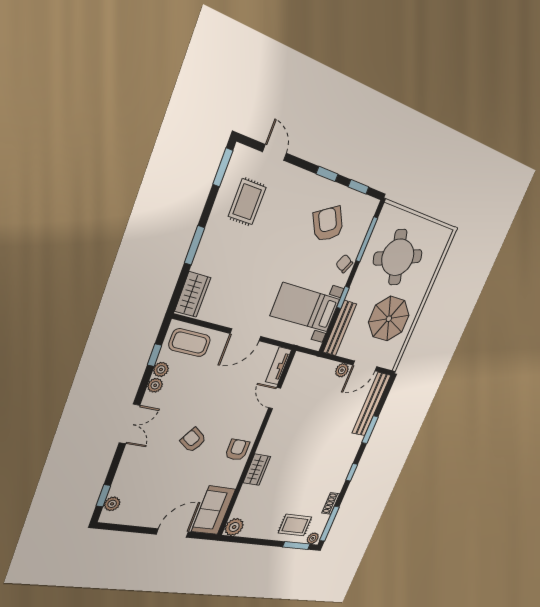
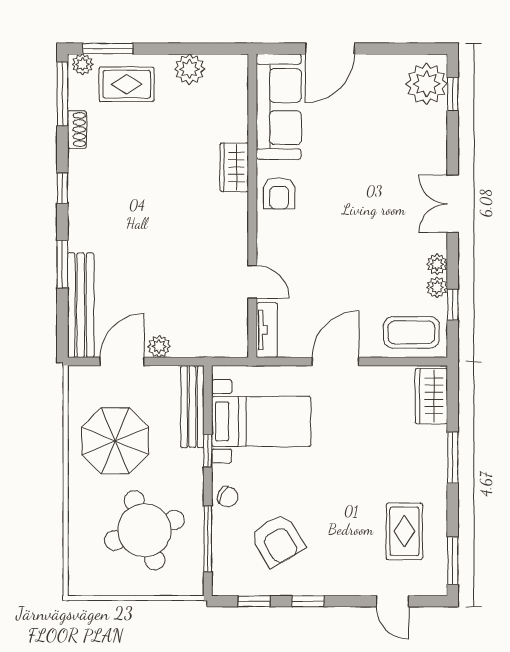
armchair: (193, 440) -> (353, 197), removed
plant: (112, 504) -> (427, 84), width x1.88, depth x1.88
sofa: (213, 510) -> (279, 107), width x1.36
plant: (234, 527) -> (190, 69), moved

